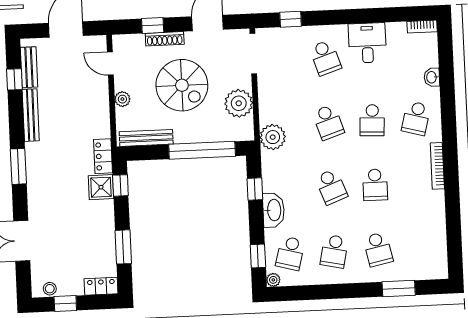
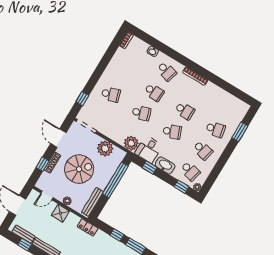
desk: (367, 43) -> (149, 149), moved, turned -90
window: (120, 185) -> (117, 235), moved
shower: (101, 187) -> (60, 213), moved

